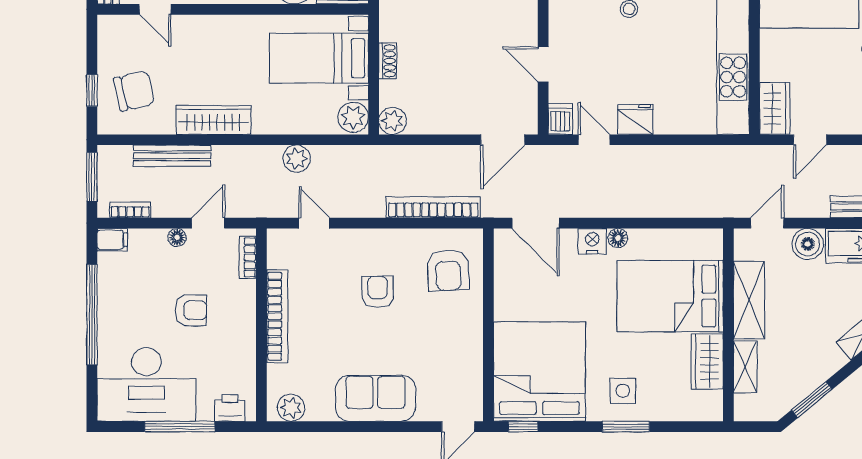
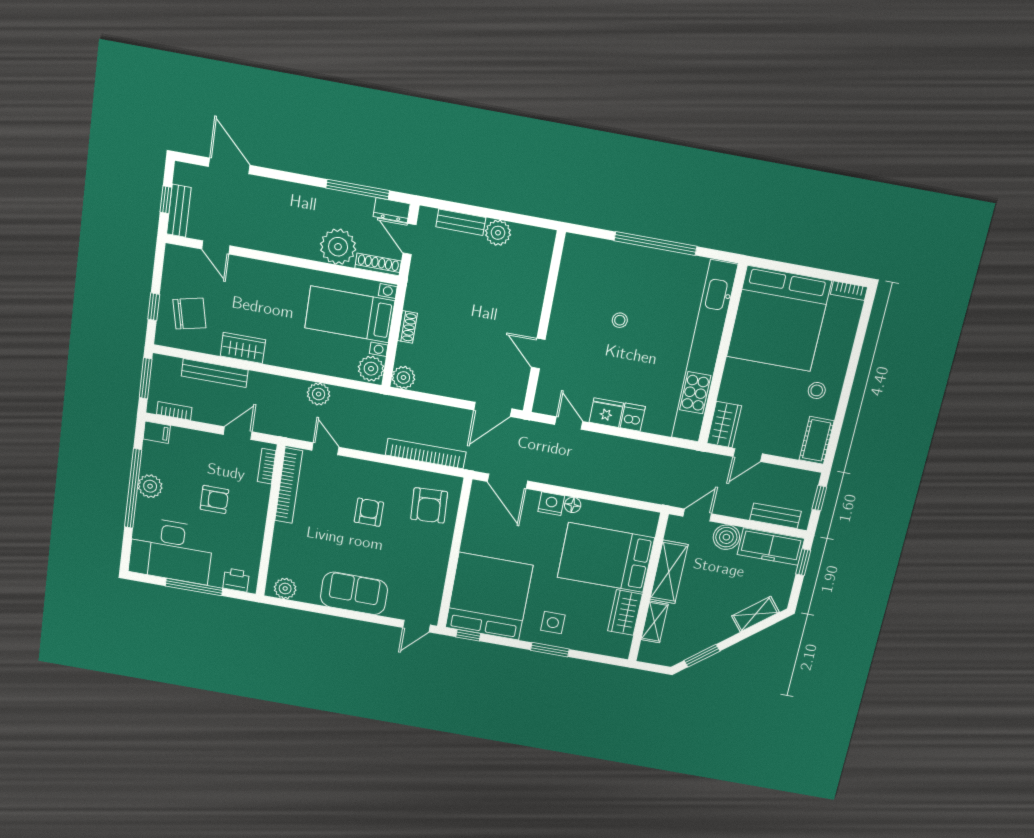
dishwasher: (560, 119) -> (633, 417), moved
wardrobe: (214, 120) -> (243, 348), width x0.67
floor lamp: (177, 237) -> (210, 440), removed
plant: (112, 308) -> (150, 486), added
bookcase: (277, 316) -> (289, 486), moved

